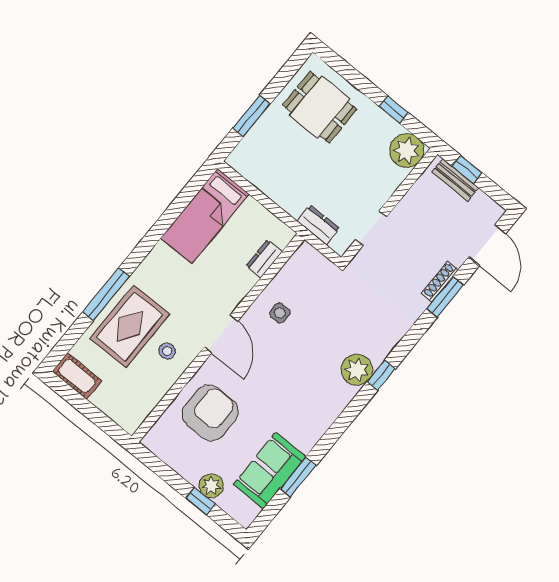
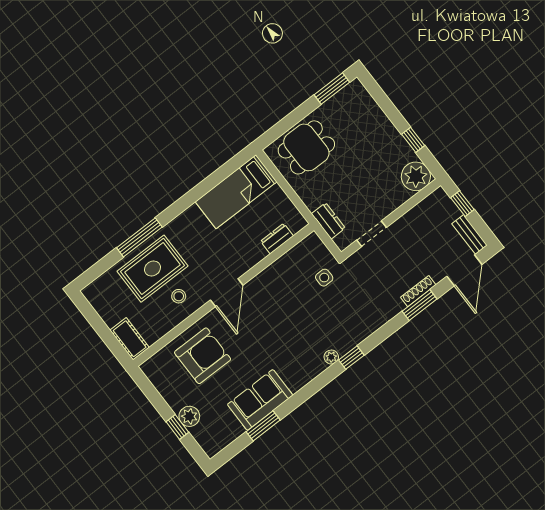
dining table: (320, 107) -> (306, 147), moved, turned 90
window: (251, 116) -> (332, 89), moved
bench: (455, 180) -> (470, 234), moved
side table: (280, 313) -> (324, 278), moved
plant: (357, 370) -> (331, 357), width x0.53, depth x0.53
cot: (77, 376) -> (130, 339), moved
sofa: (269, 471) -> (260, 400), moved

